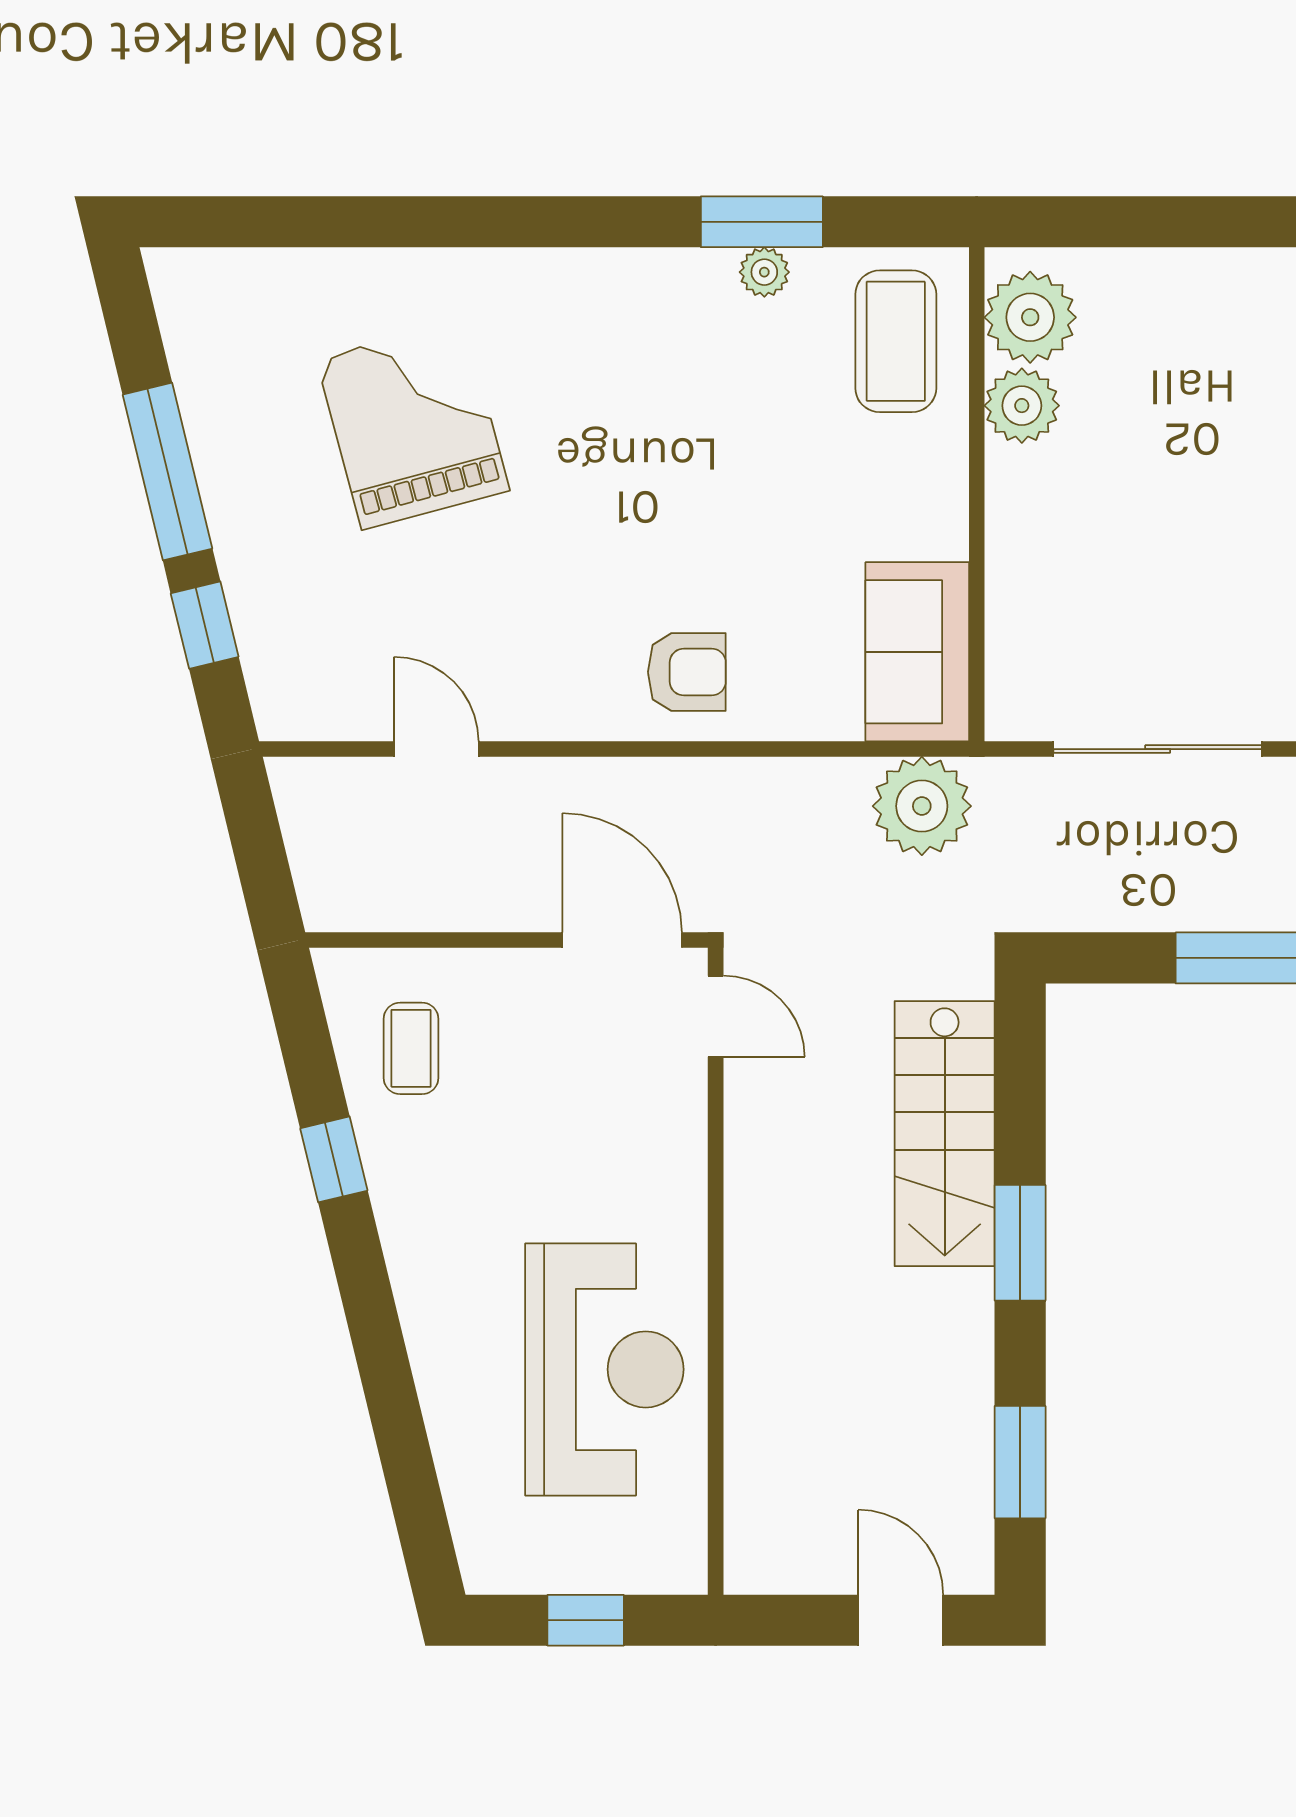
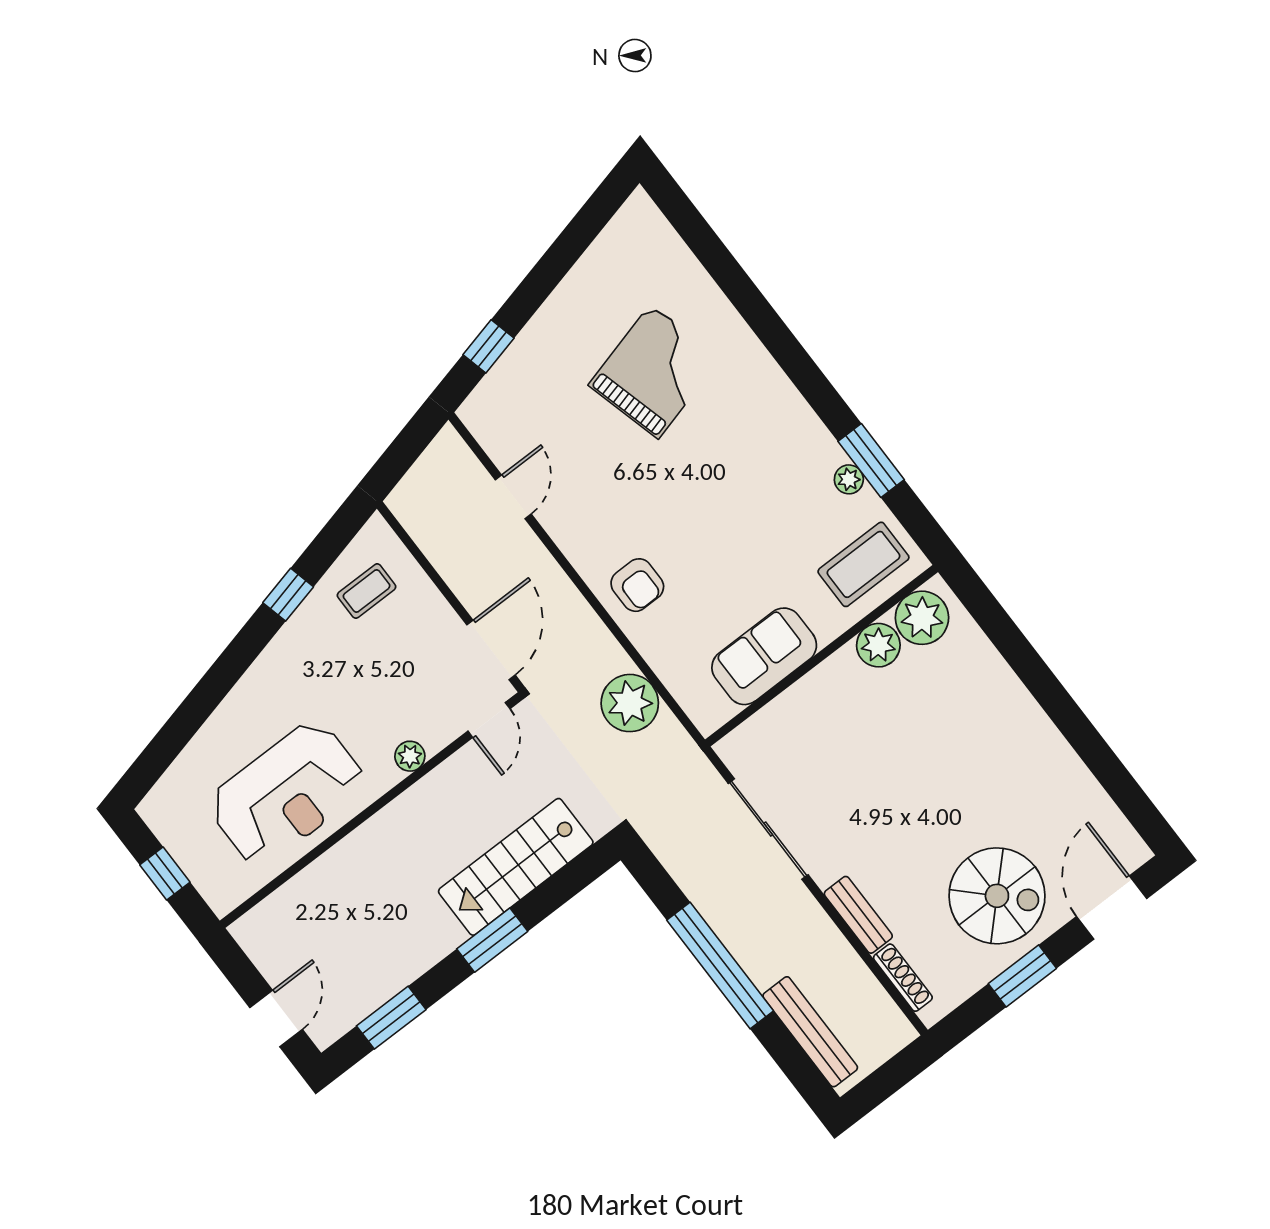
window: (167, 472) -> (546, 275), removed
sofa: (917, 652) -> (764, 656), moved
plant: (922, 806) -> (630, 703), moved
plant: (682, 1162) -> (410, 756), added

